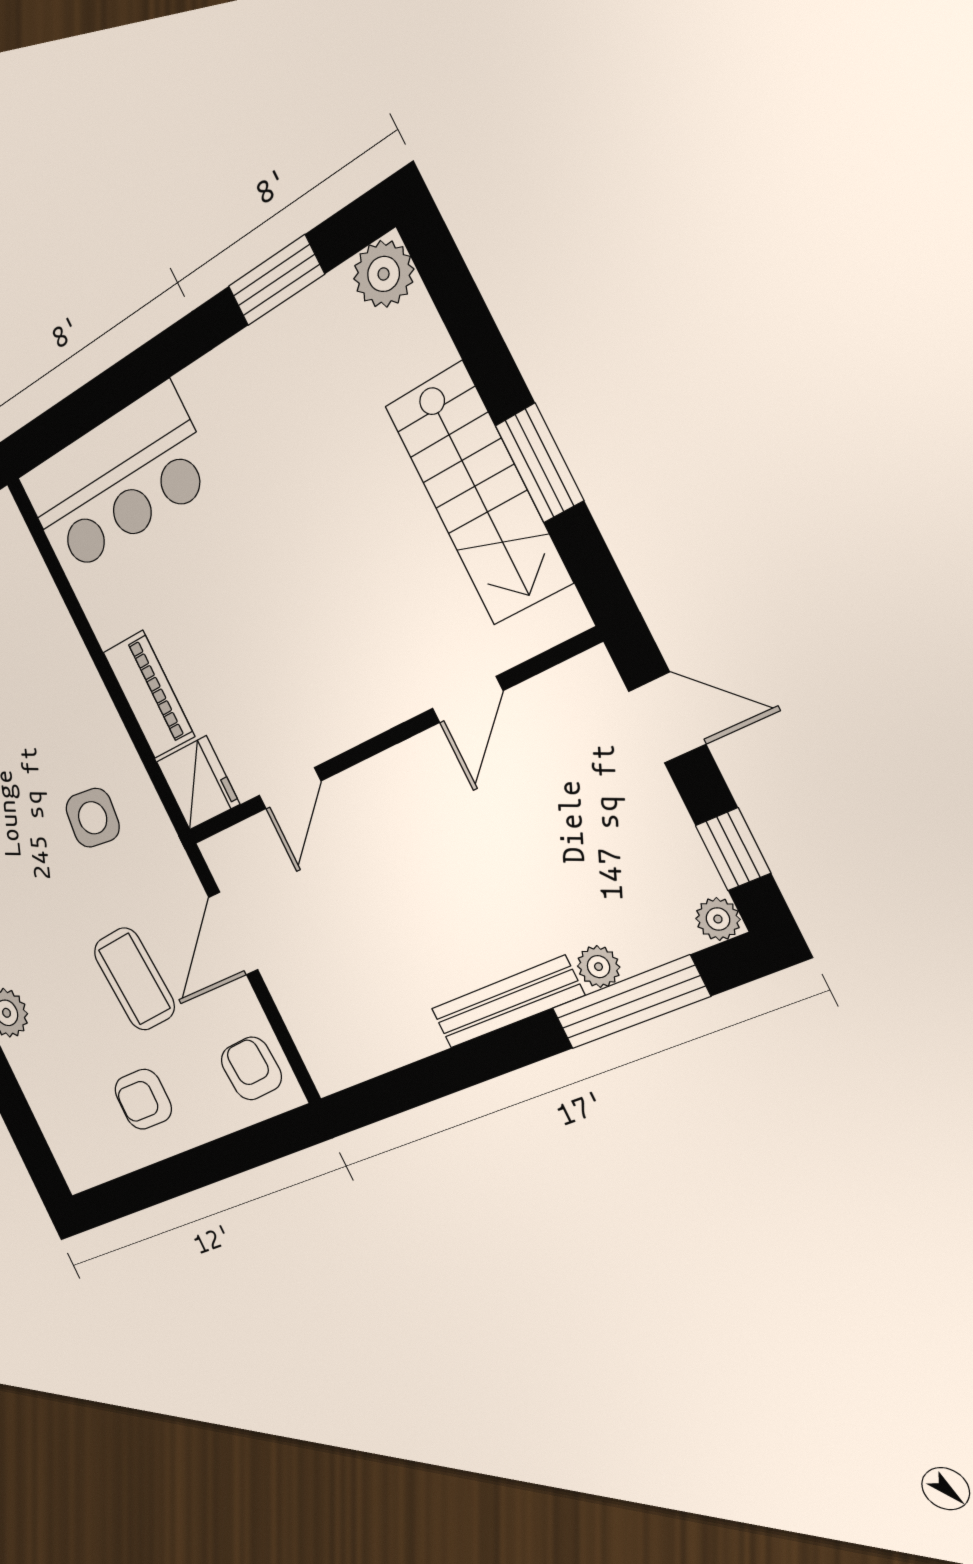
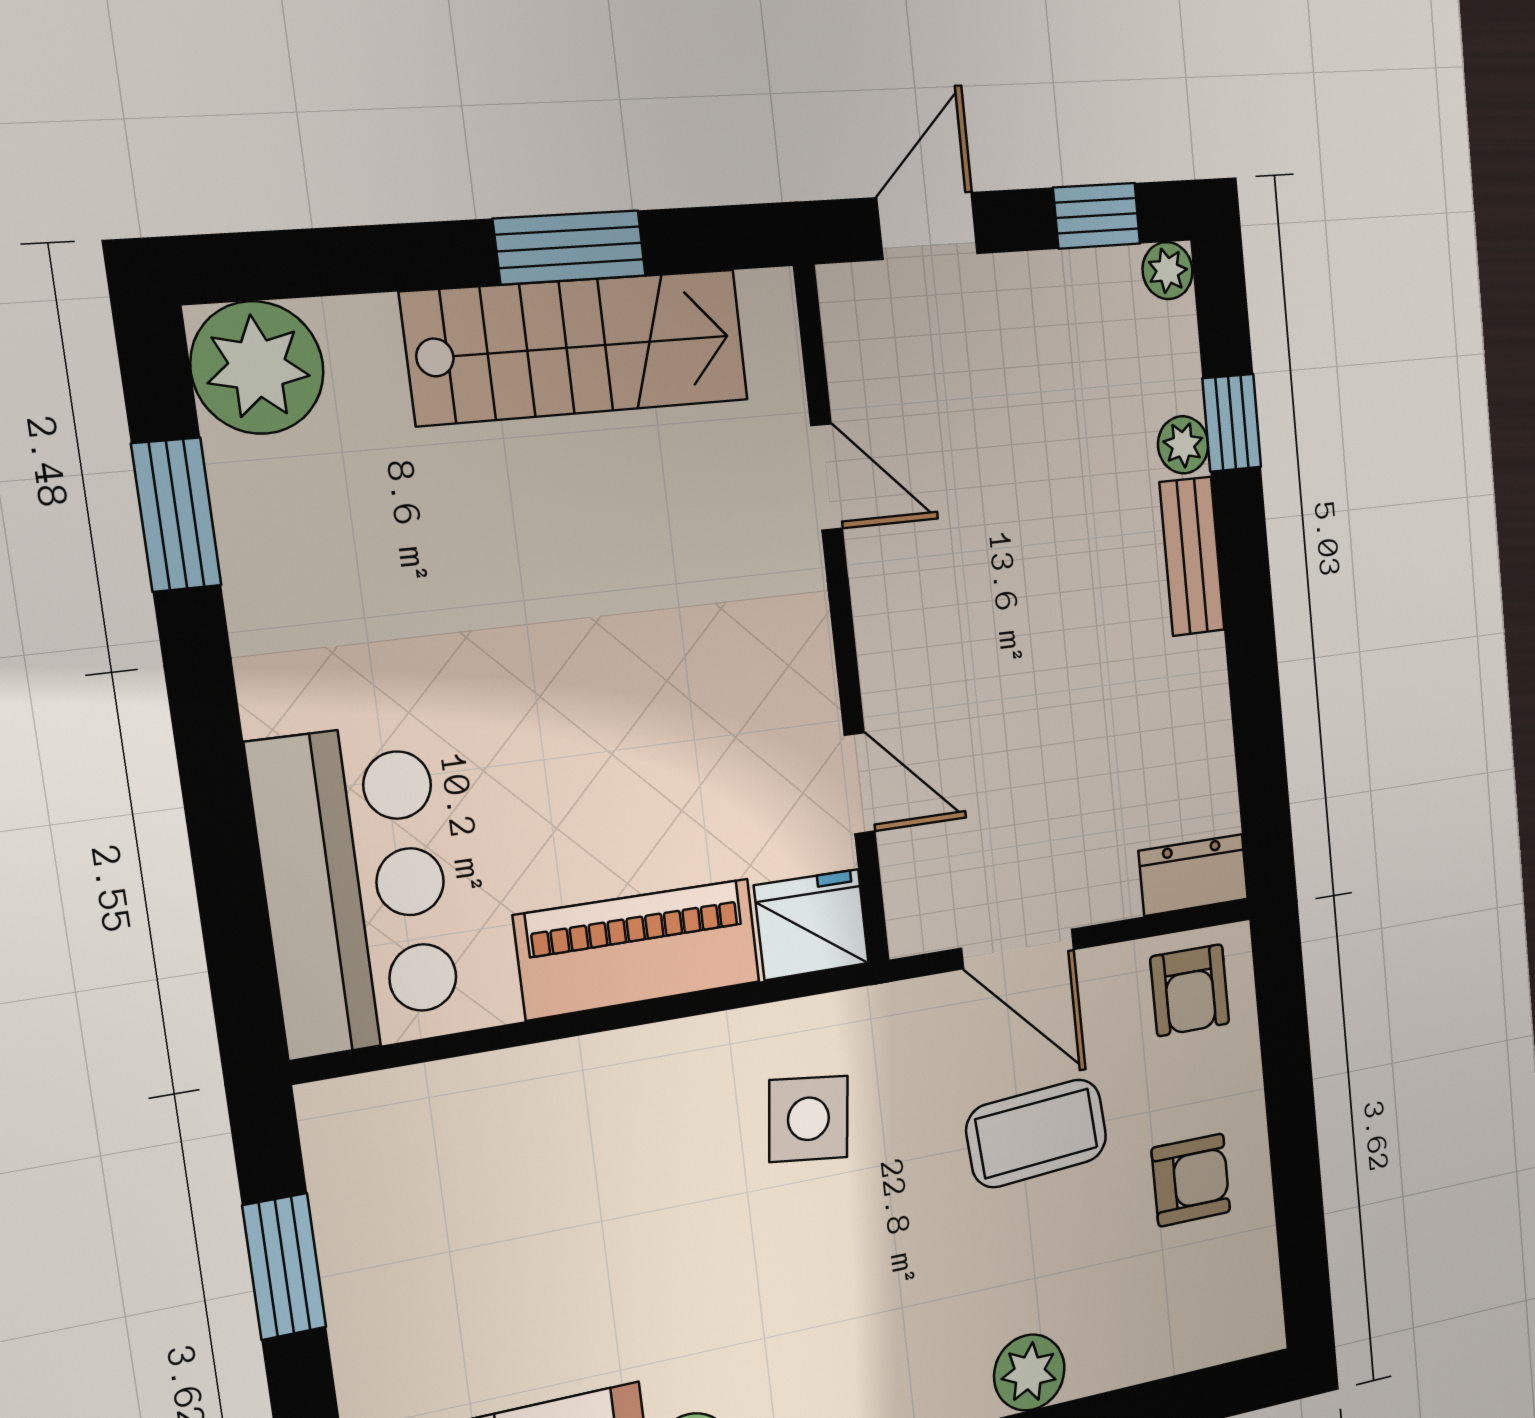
plant: (384, 274) -> (257, 368), width x1.36, depth x1.36
piano: (149, 694) -> (638, 949), width x1.37, depth x1.33
bench: (507, 1002) -> (1192, 556), width x0.73
window: (630, 1002) -> (1232, 423), width x0.46
dresser: (321, 1052) -> (1194, 875), added
armchair: (251, 1068) -> (1190, 990), turned -86
armchair: (143, 1099) -> (1191, 1180), turned -90

